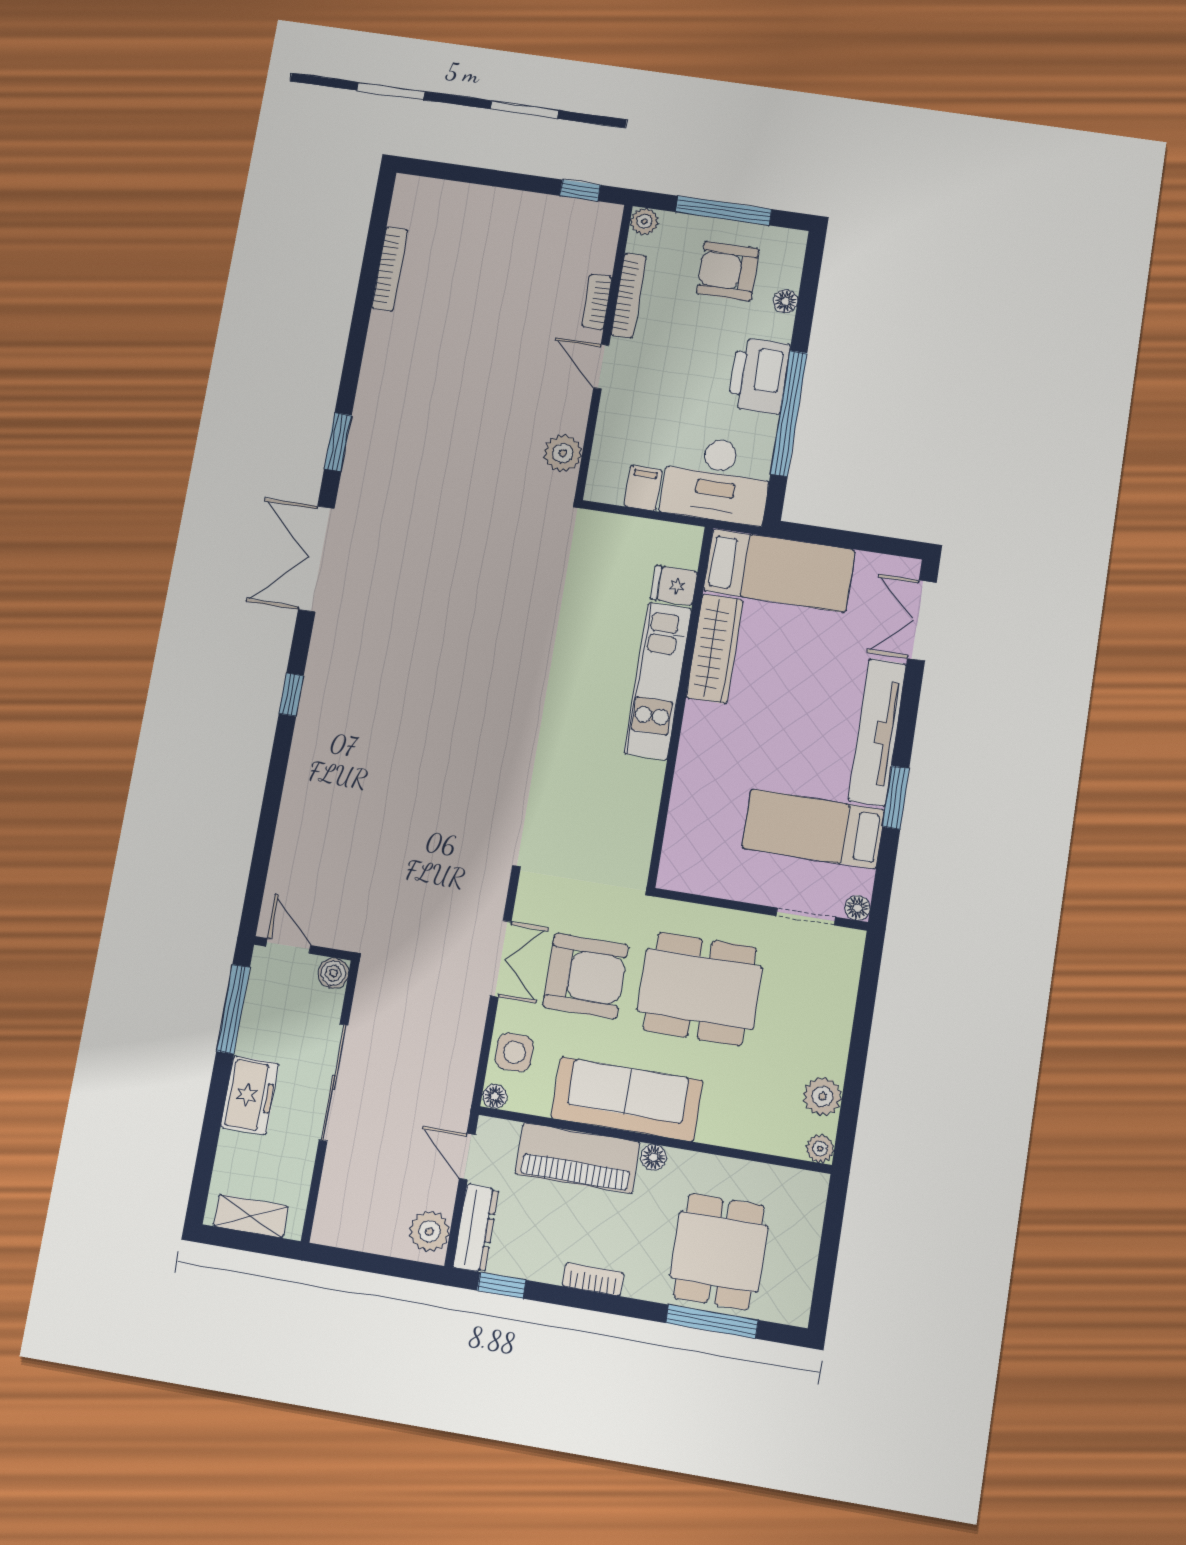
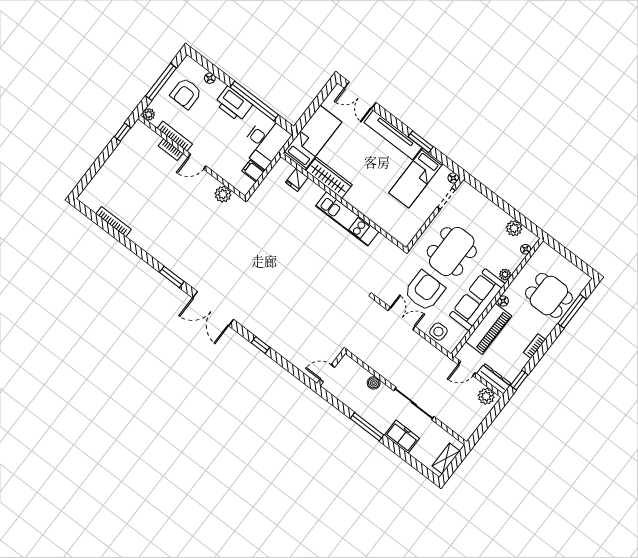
kitchen unit: (658, 681) -> (347, 219), moved
door: (288, 946) -> (327, 373), moved
wall: (303, 948) -> (331, 368), moved
floor lamp: (495, 1096) -> (526, 249), moved
plant: (820, 1149) -> (505, 275), moved

